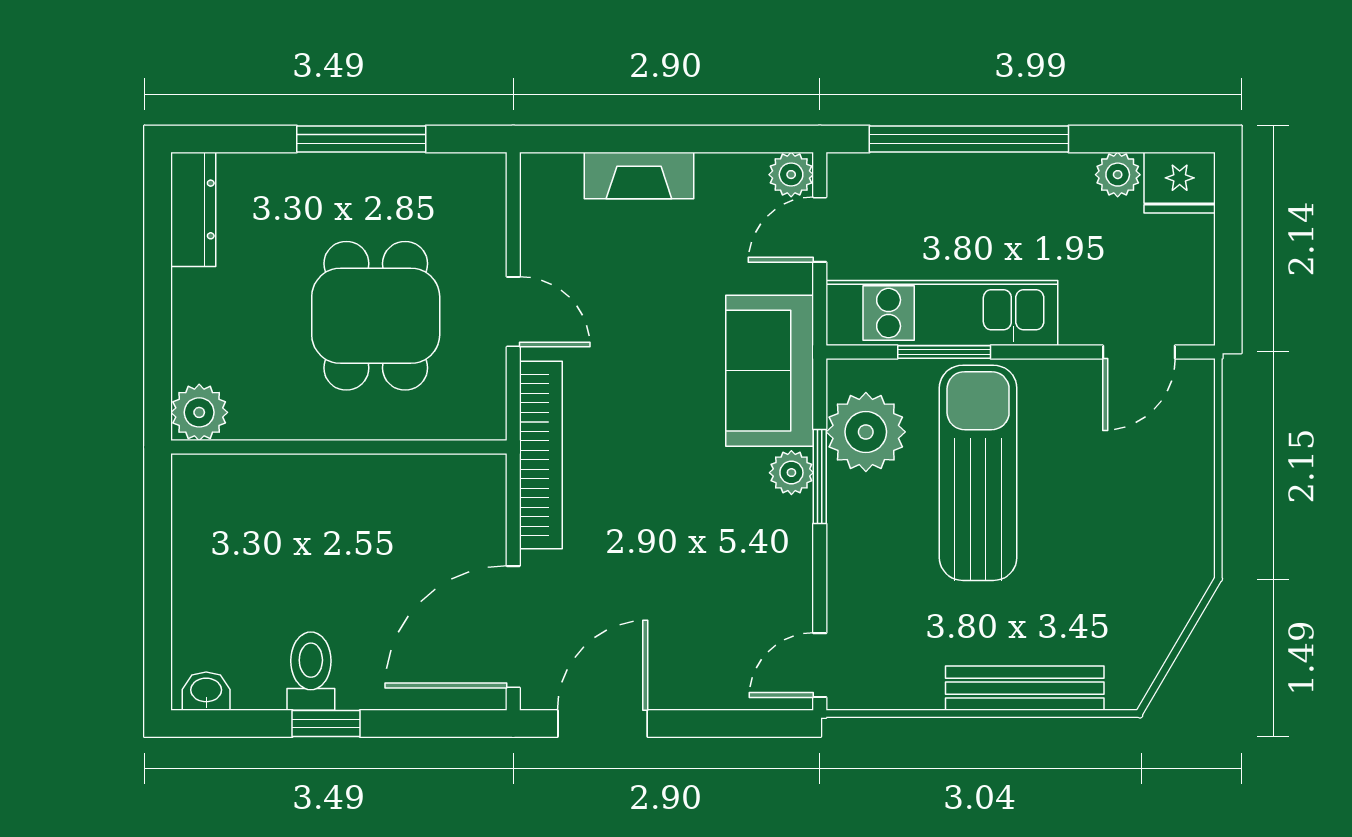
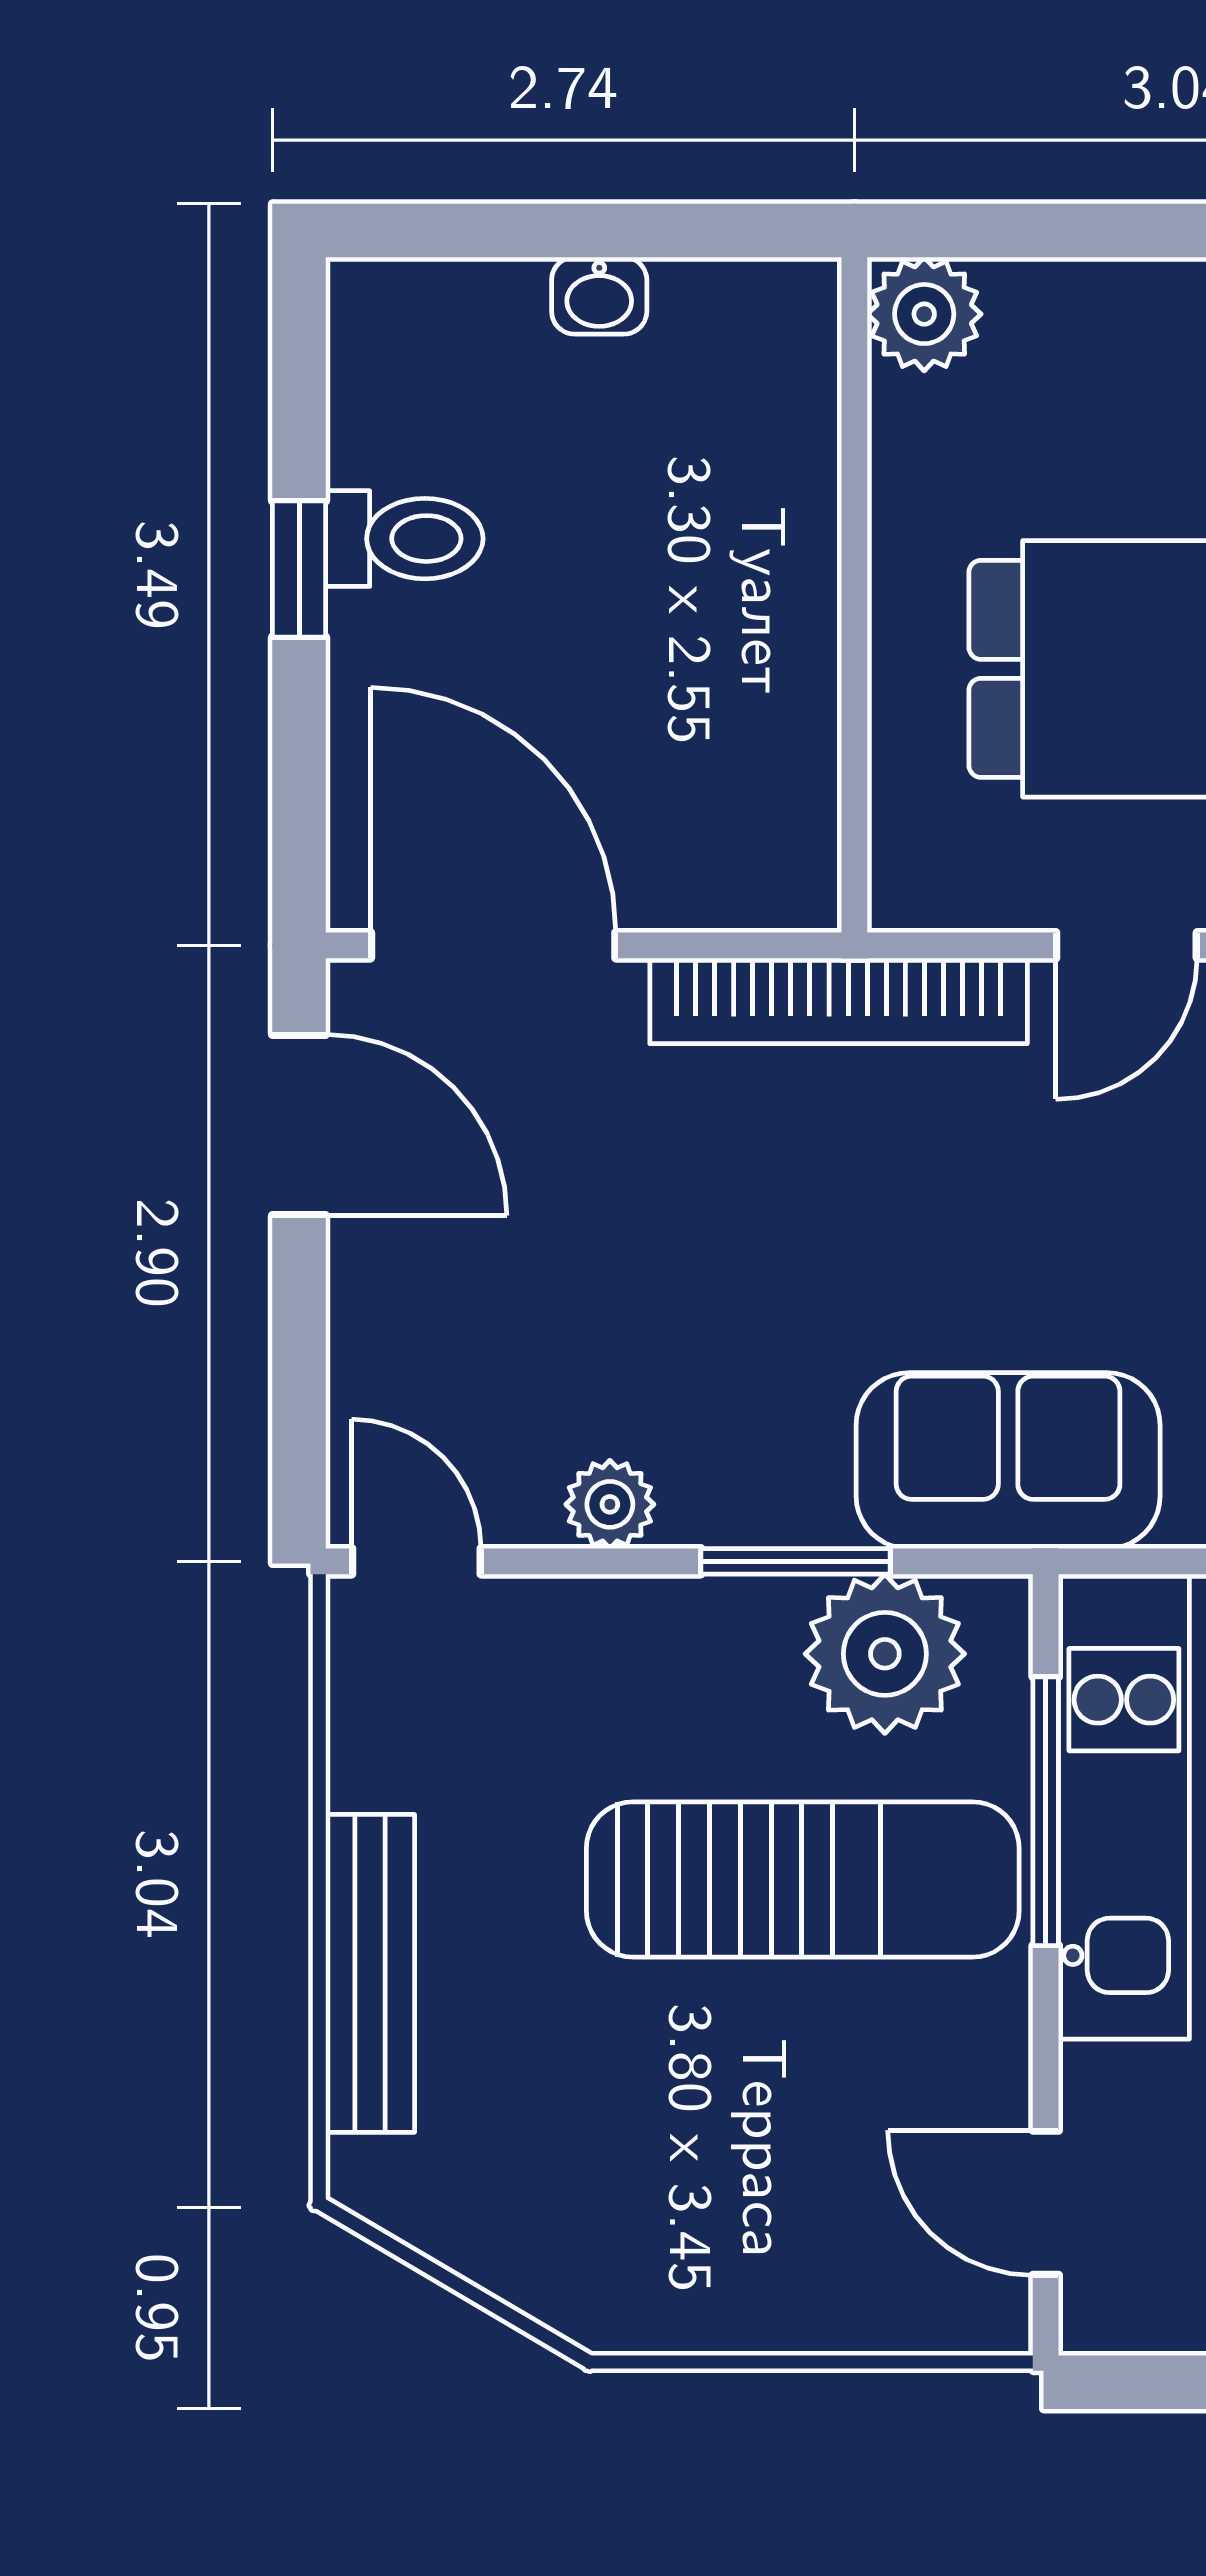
window: (944, 352) -> (1046, 1811), width x1.44
plant: (791, 473) -> (610, 1504), moved
washbasin: (206, 691) -> (599, 296), moved, turned 90

